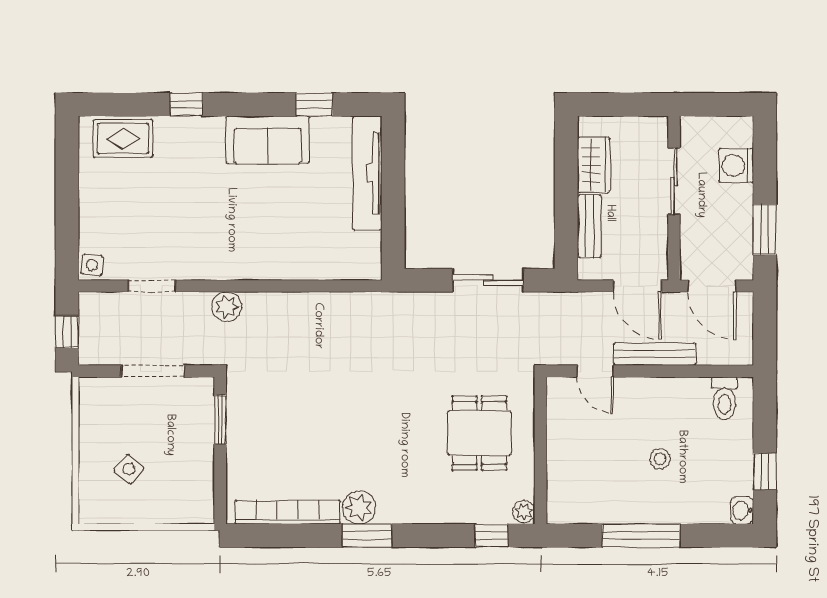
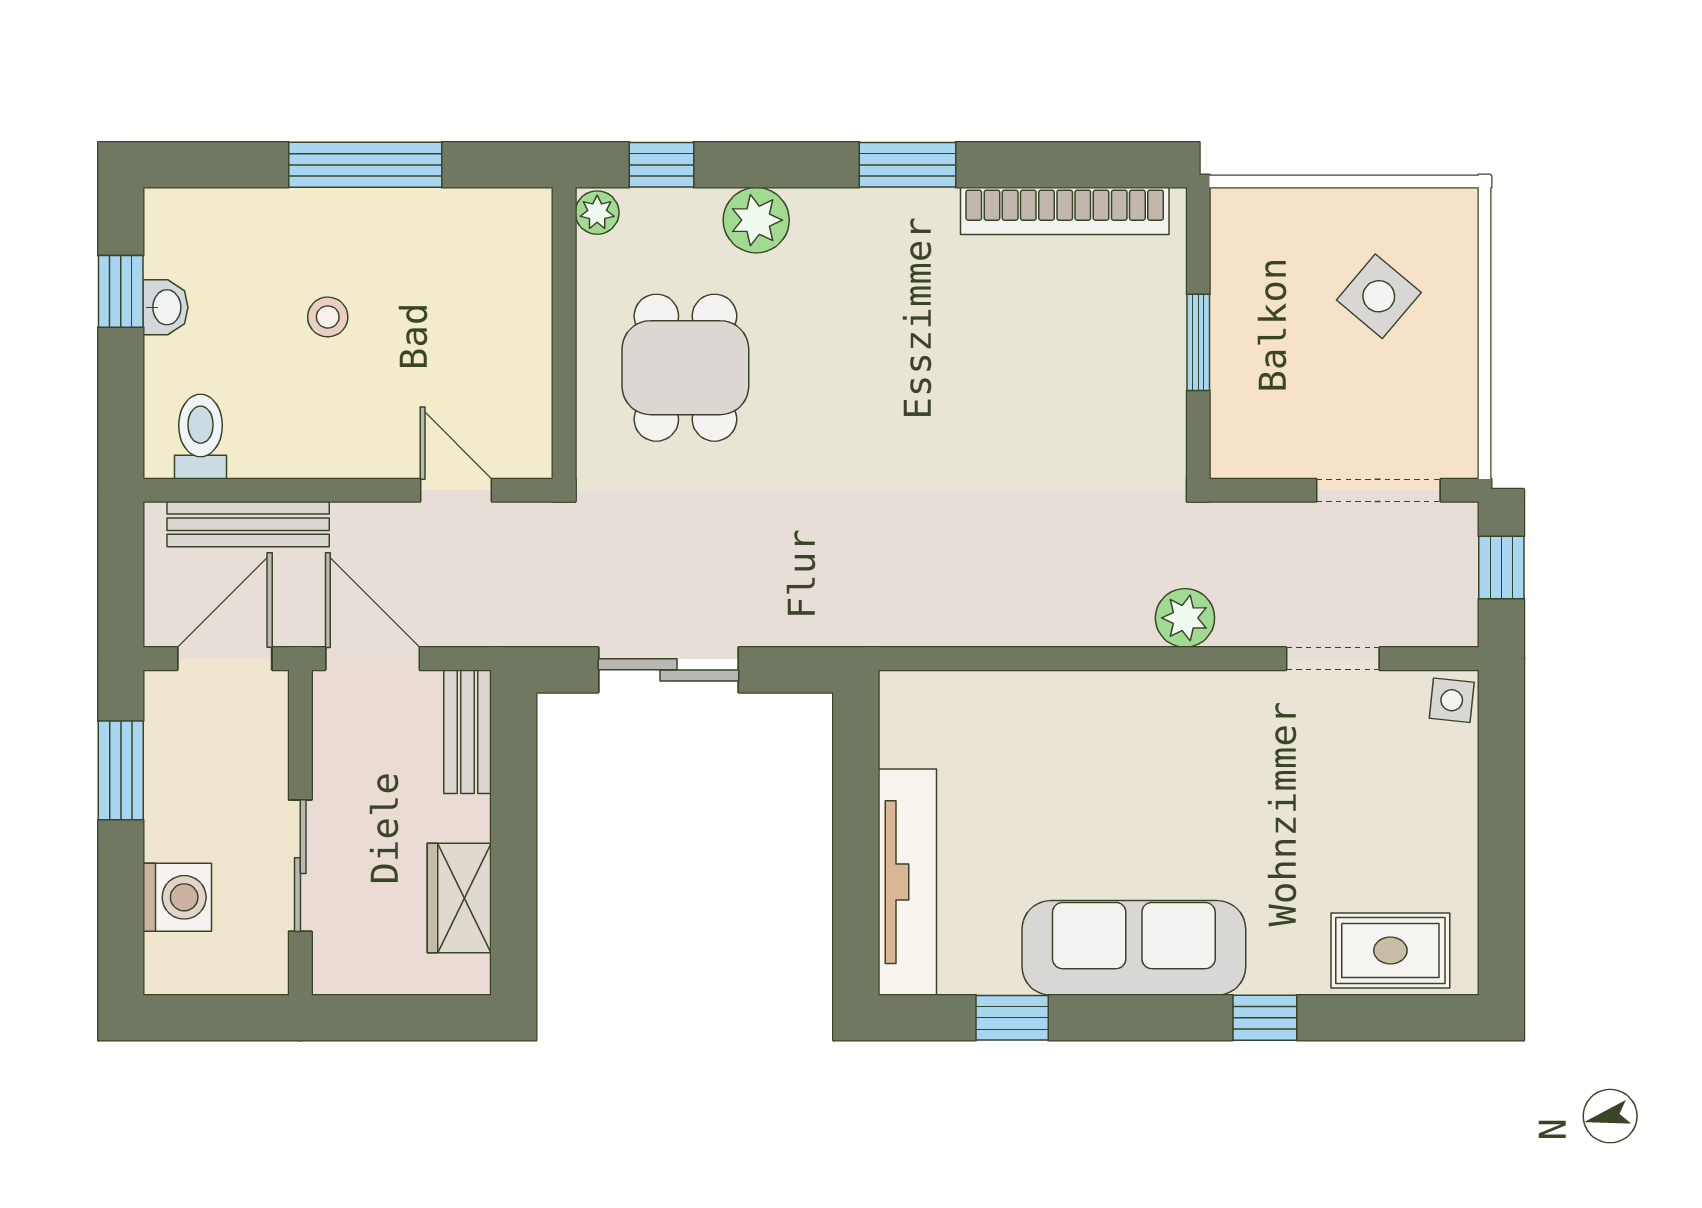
sofa: (268, 140) -> (1134, 948), width x1.36
bench: (589, 226) -> (468, 732), moved
door: (712, 286) -> (225, 659), hinge flipped
bench: (655, 354) -> (248, 524), moved
doorway: (153, 371) -> (1378, 490), moved
window: (220, 420) -> (1198, 342), moved
side table: (129, 469) -> (1379, 296), width x1.37, depth x1.37
plant: (359, 508) -> (756, 220), moved
washbasin: (742, 510) -> (166, 307), moved

